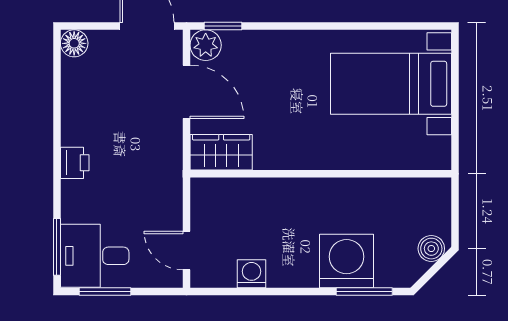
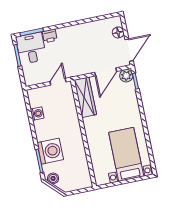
floor lamp: (74, 43) -> (118, 32), moved
wardrobe: (221, 152) -> (85, 97), width x1.50
printer: (75, 163) -> (50, 36), moved
boiler: (431, 249) -> (53, 178), moved
door: (187, 251) -> (58, 82), moved

